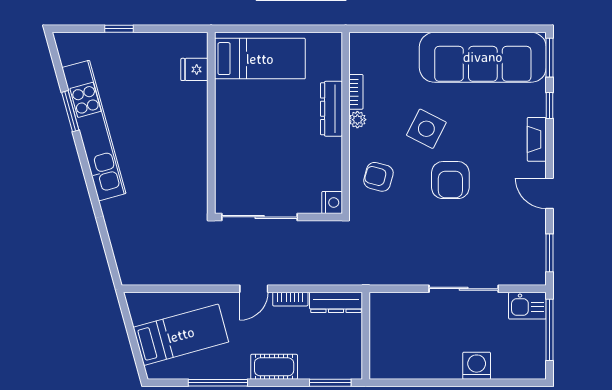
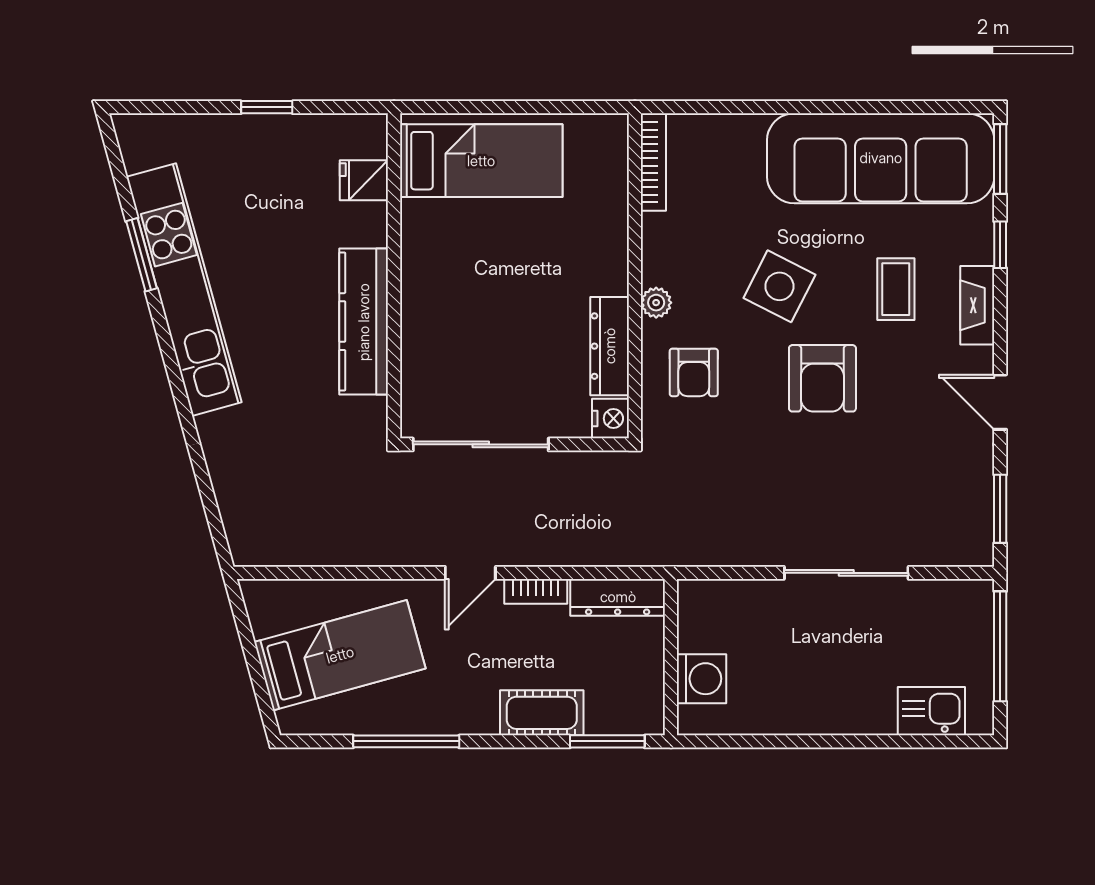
window: (119, 29) -> (267, 107), moved
bookcase: (356, 92) -> (653, 162), moved, width x1.56
dresser: (331, 109) -> (610, 346), moved
plant: (357, 120) -> (656, 303), moved
coffee table: (491, 130) -> (896, 289), added
kitchen counter: (194, 148) -> (364, 322), added
armchair: (378, 177) -> (694, 372), turned -105
kitchen sink: (527, 306) -> (931, 711), moved, turned 180
washing machine: (477, 366) -> (702, 679), moved, turned 90
cot: (274, 367) -> (542, 713), moved

